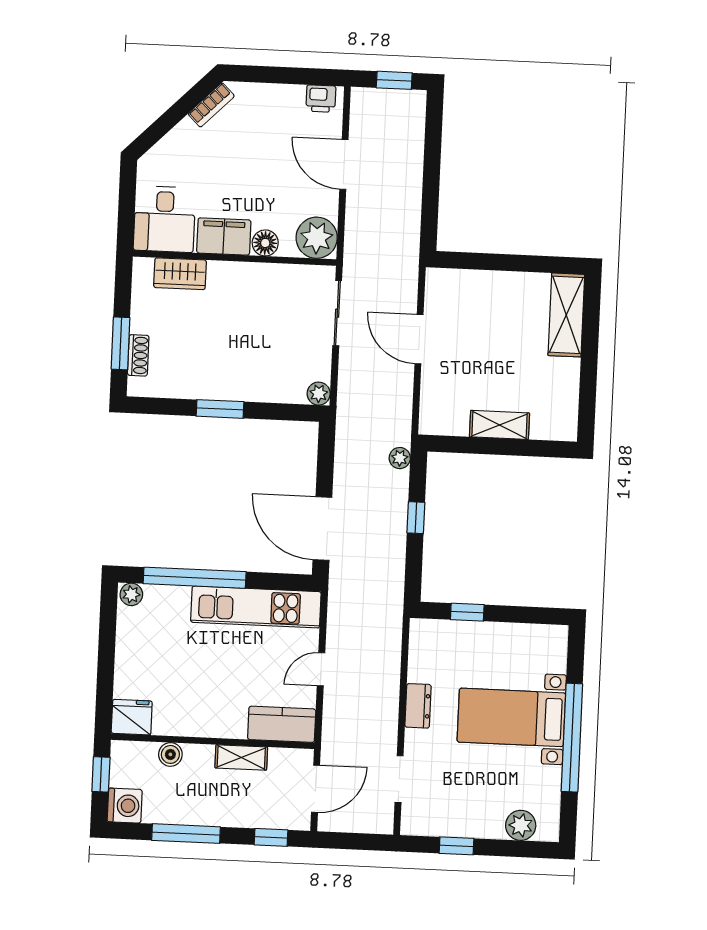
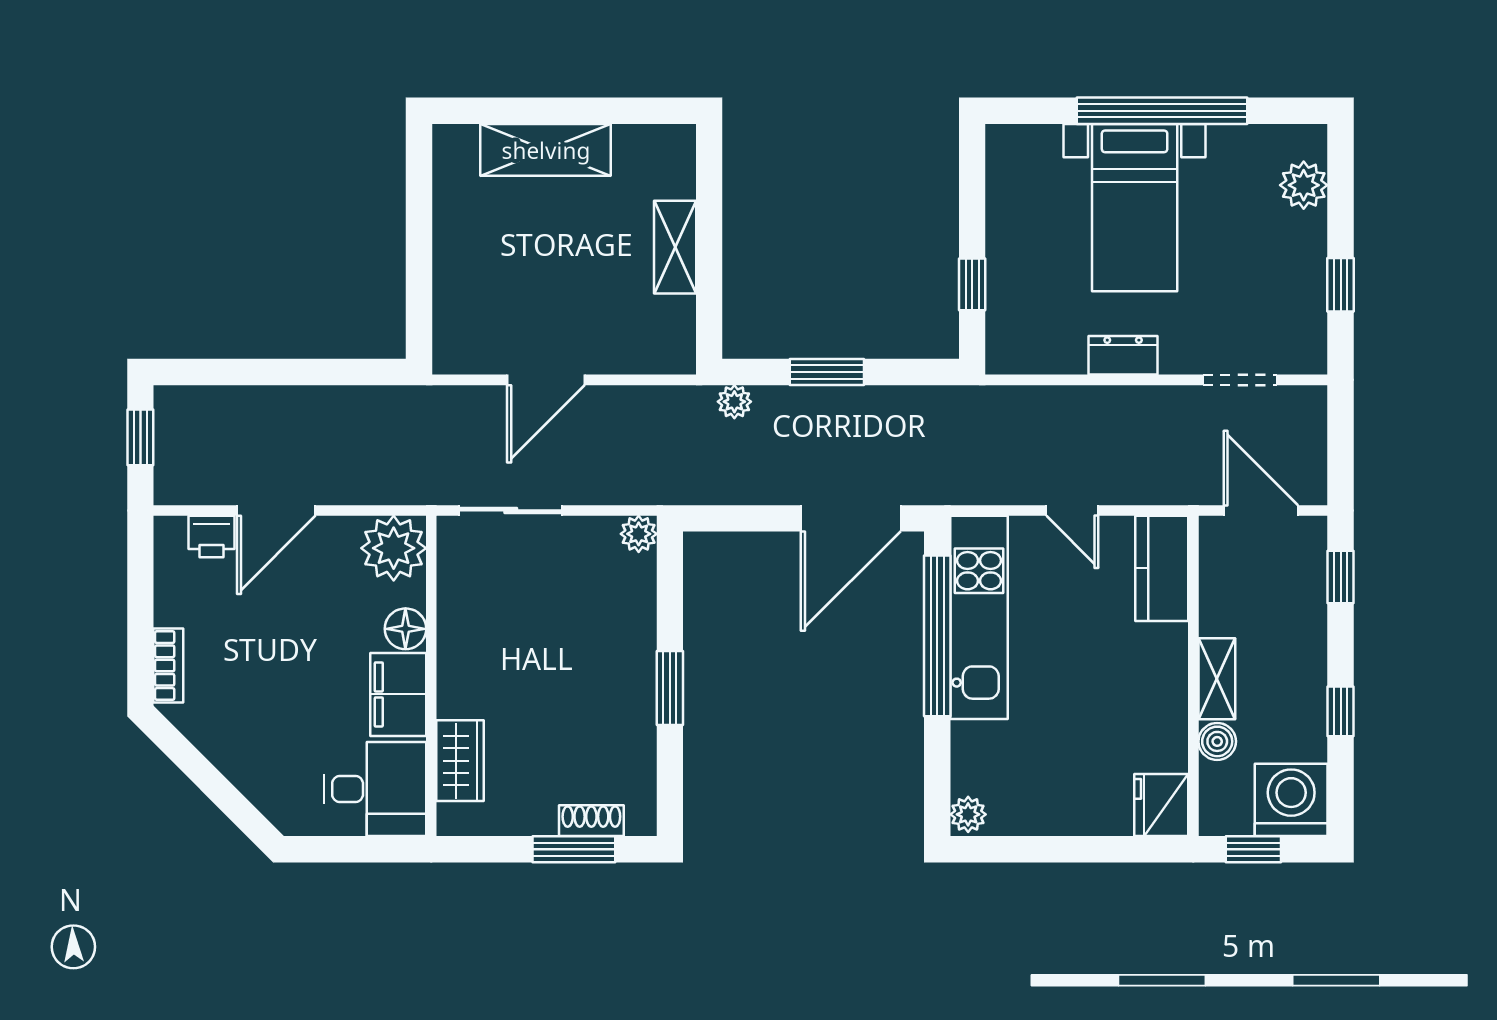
printer: (321, 99) -> (212, 537), moved, turned 90
bookcase: (211, 105) -> (168, 666), moved, turned 45
shelving: (566, 315) -> (546, 150), moved
window: (416, 518) -> (827, 372), width x1.50
window: (195, 578) -> (937, 636), moved
shelving: (241, 757) -> (1217, 679), moved
washing machine: (125, 806) -> (1291, 800), width x1.37, depth x1.37
window: (186, 834) -> (1341, 711), width x0.46

